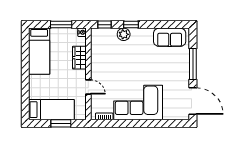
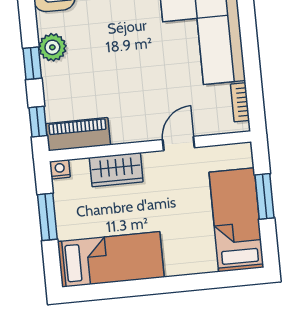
plant: (124, 34) -> (52, 47), moved
piano: (97, 42) -> (78, 134), added

